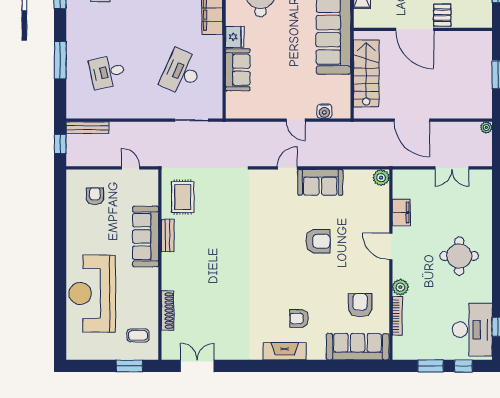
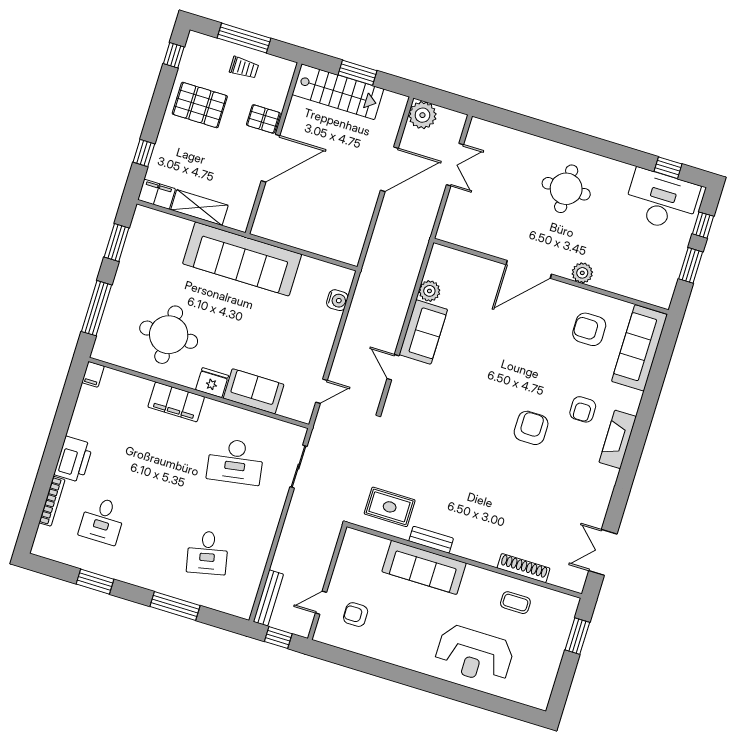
desk: (181, 72) -> (235, 461), turned -33
stairs: (366, 73) -> (338, 92), moved, turned 180
door: (296, 120) -> (322, 391), moved
door: (412, 120) -> (389, 169), moved
plant: (486, 127) -> (422, 115), width x1.88, depth x1.88
door: (131, 168) -> (321, 603), moved
plant: (381, 178) -> (429, 291), moved
filing cabinet: (401, 212) -> (491, 244), removed
armchair: (318, 241) -> (531, 428), moved
door: (391, 247) -> (529, 269), width x1.36
reception desk: (92, 294) -> (474, 654), width x0.74, depth x0.77
bookcase: (397, 316) -> (616, 287), removed
coffee table: (138, 335) -> (515, 603), moved, turned 90

